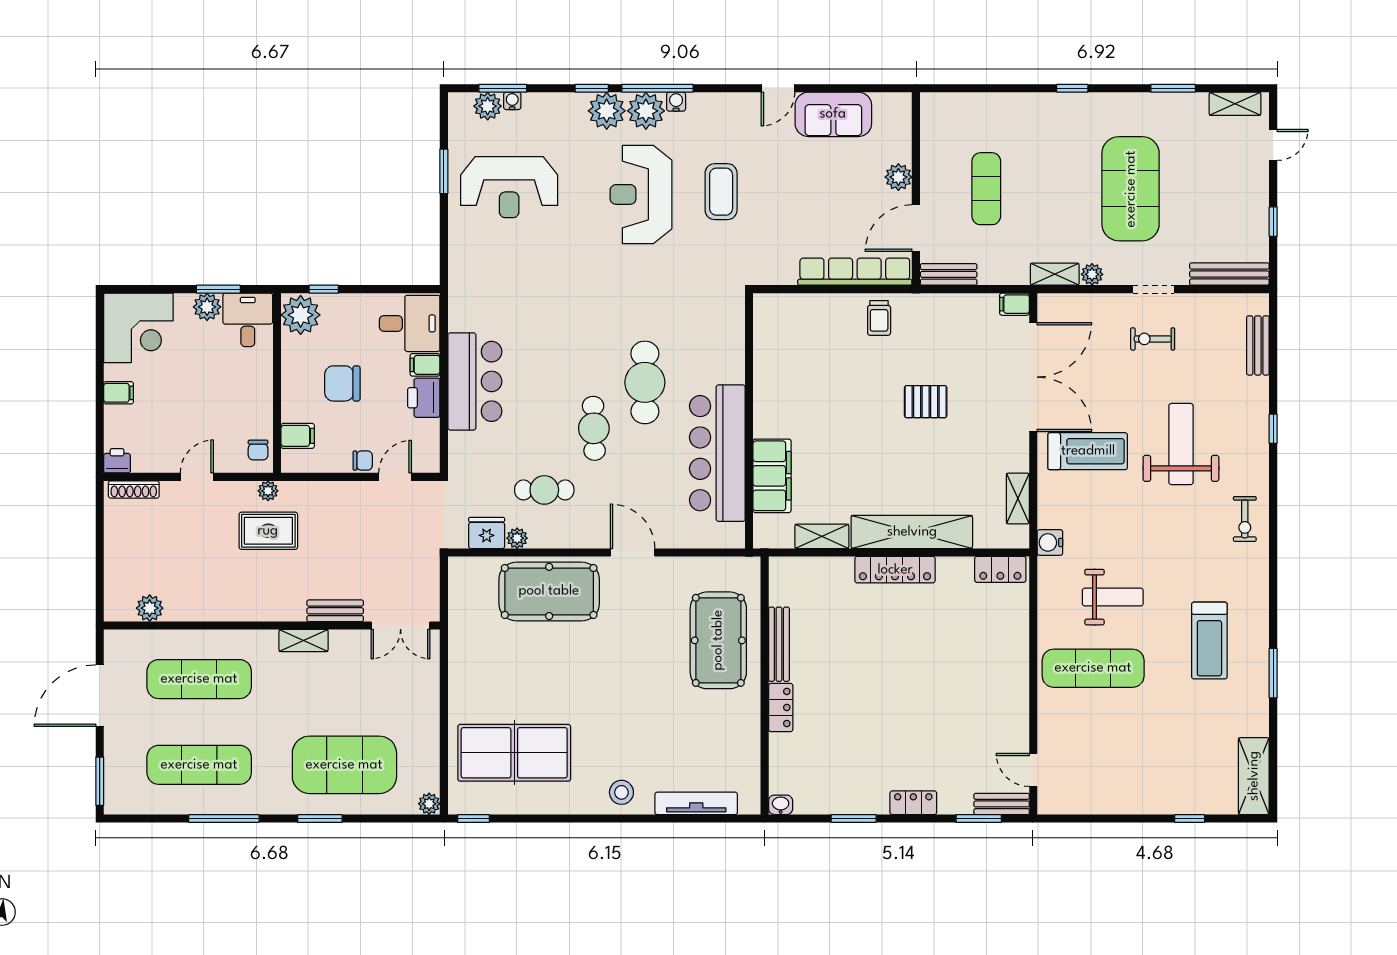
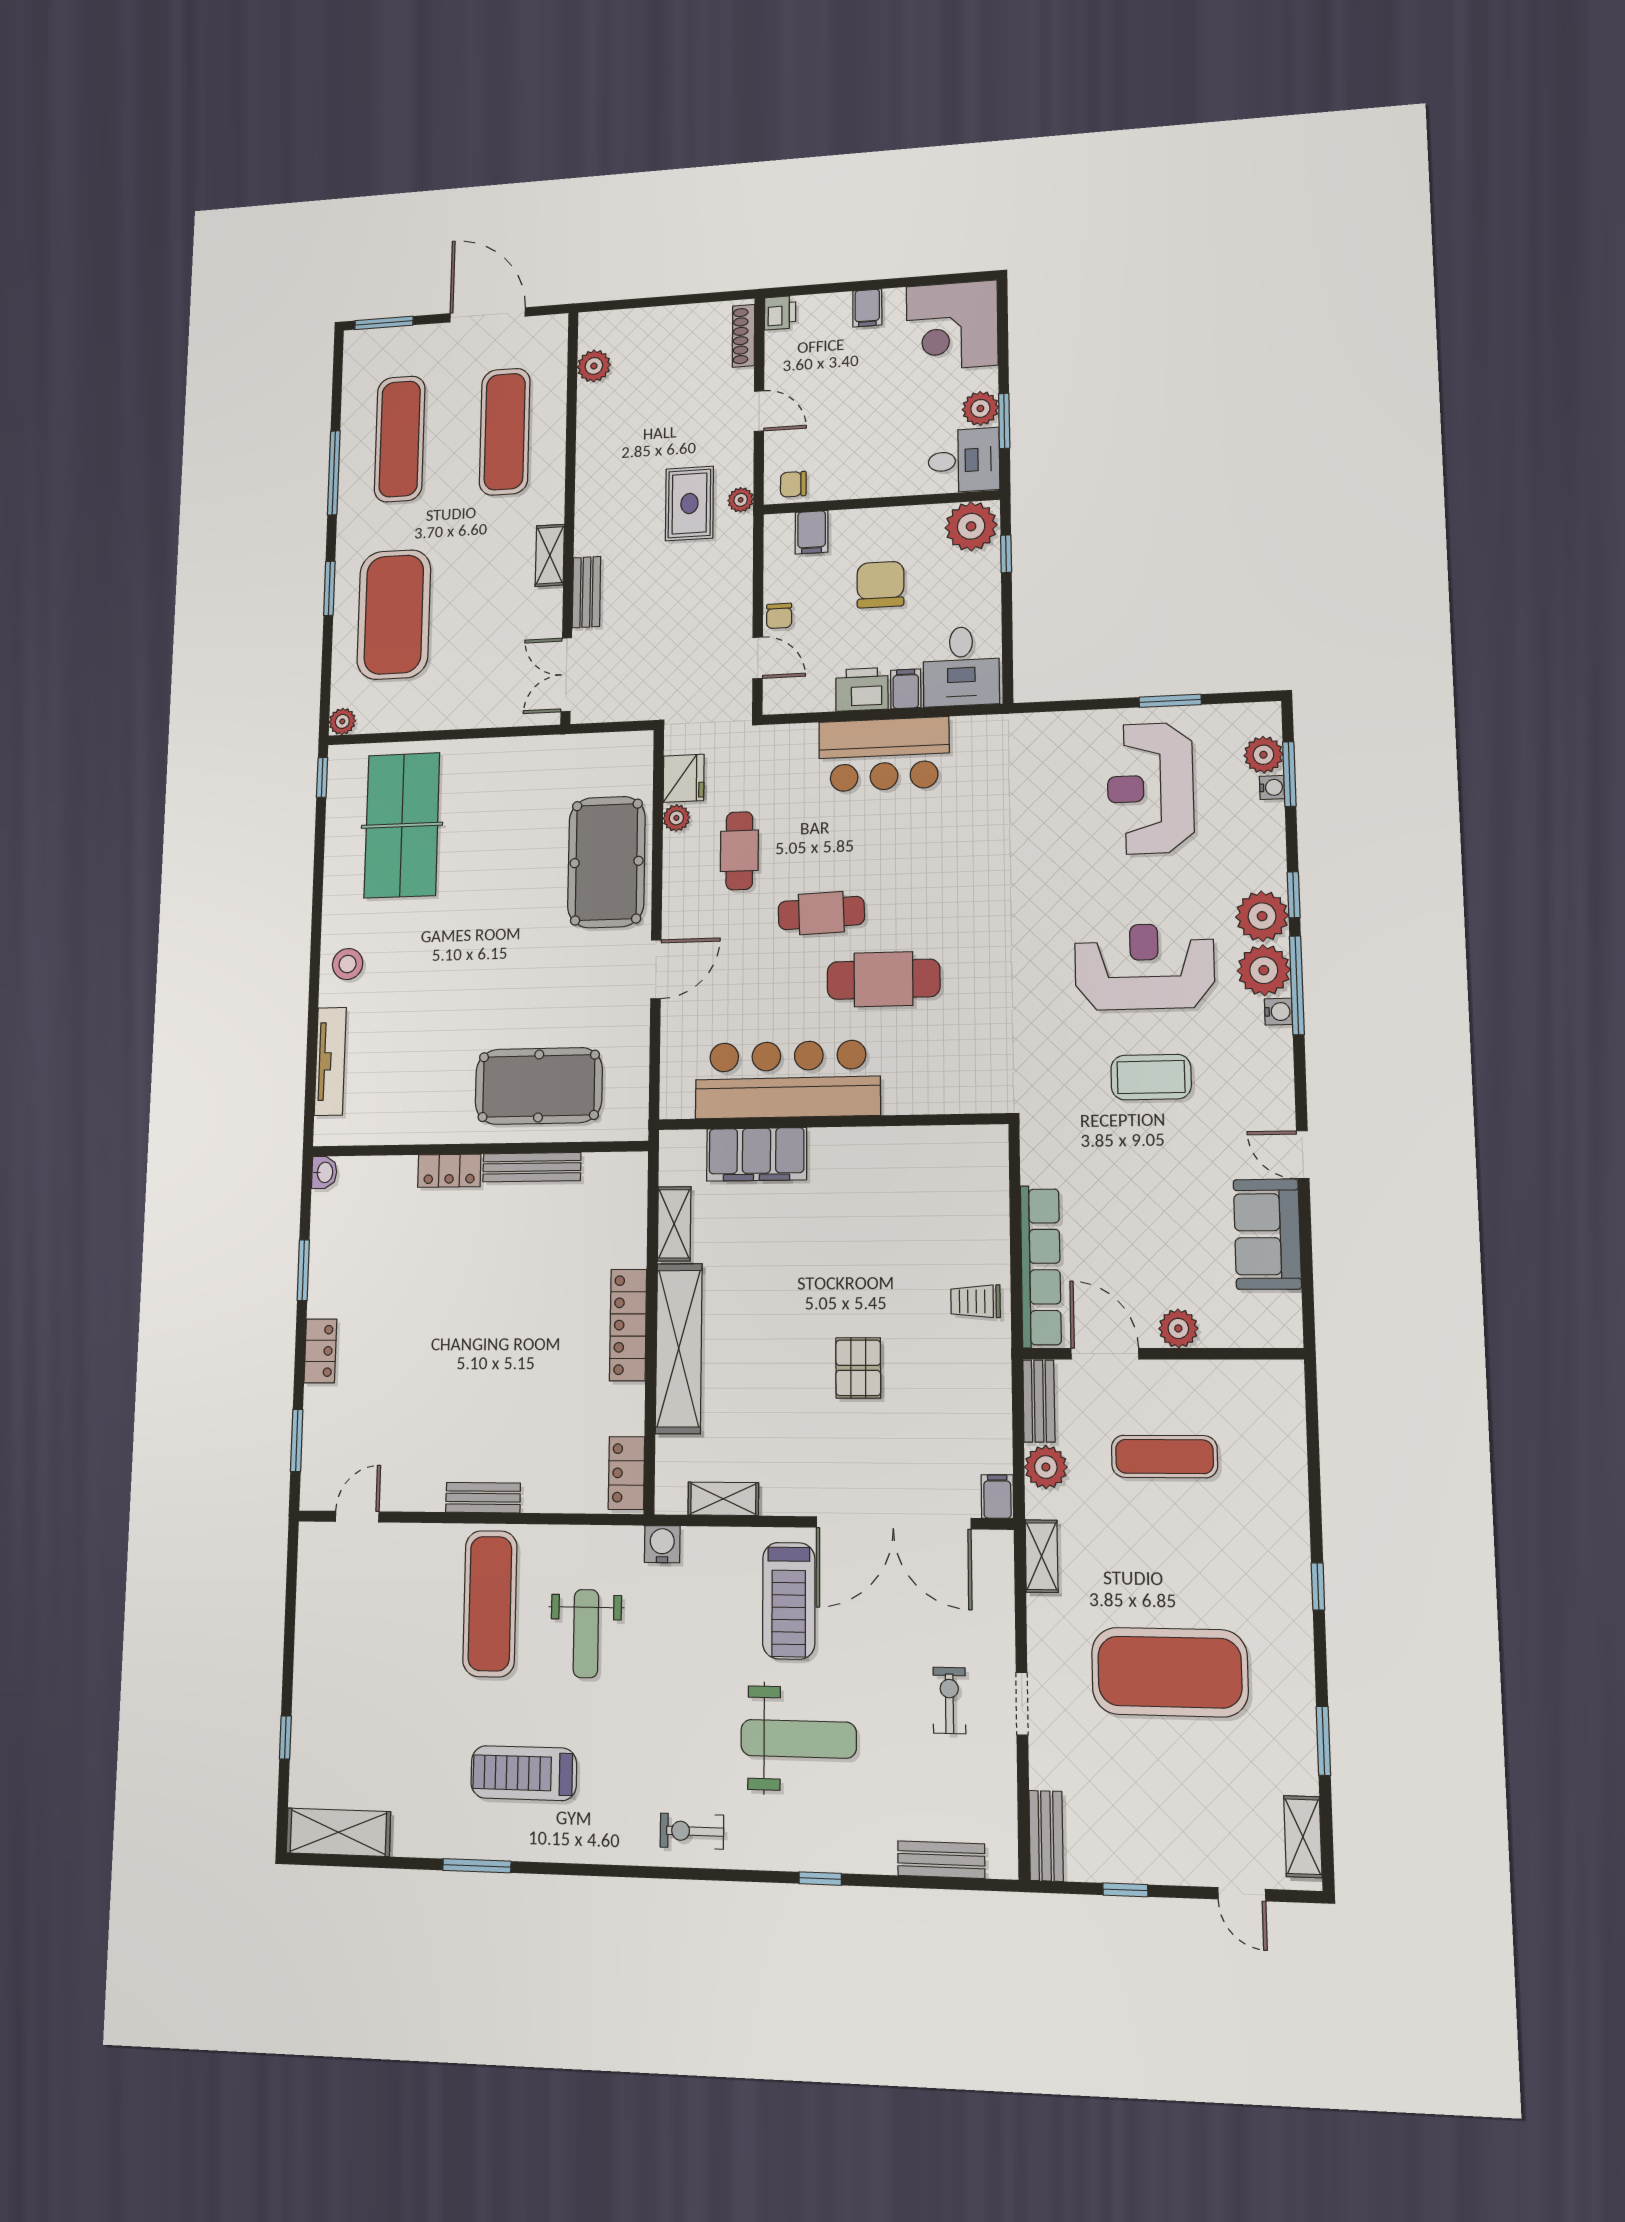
plant: (1092, 274) -> (1046, 1467), moved, width x1.38, depth x1.38
bench: (1229, 274) -> (1046, 1836), width x0.73
bench: (1002, 804) -> (483, 1498), moved, turned 90

